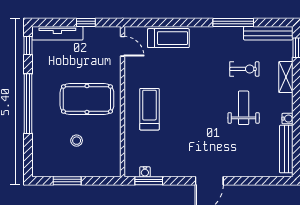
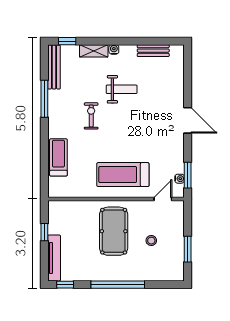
door: (122, 46) -> (163, 199), moved
exercise bike: (244, 69) -> (91, 116), moved
weight bench: (244, 108) -> (122, 89), turned 180
treadmill: (149, 109) -> (123, 175), width x1.37, depth x1.38
water cooler: (288, 119) -> (114, 49), moved
bench: (286, 149) -> (153, 51), width x0.73

